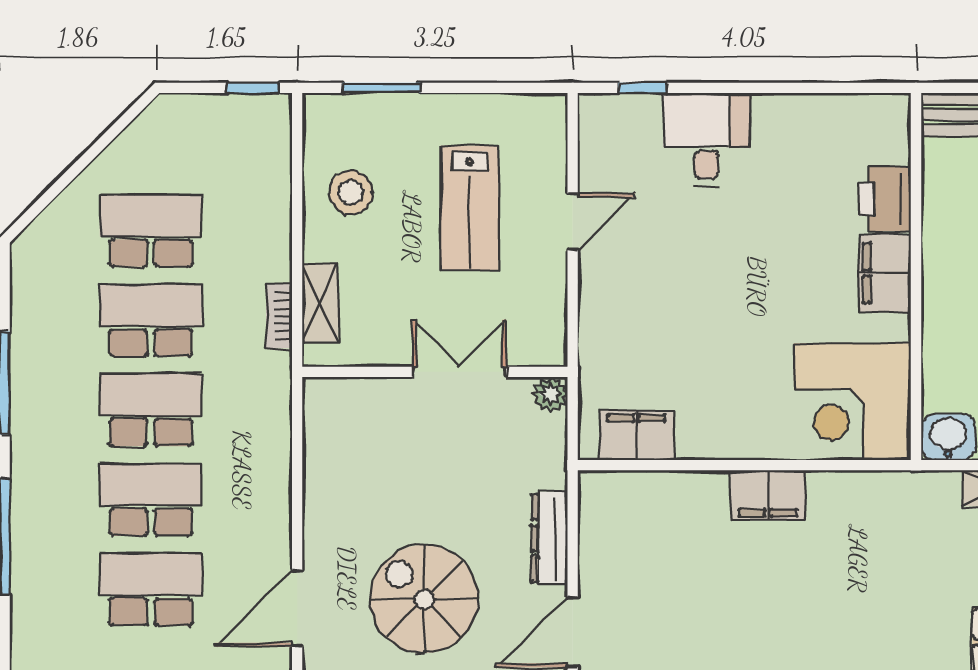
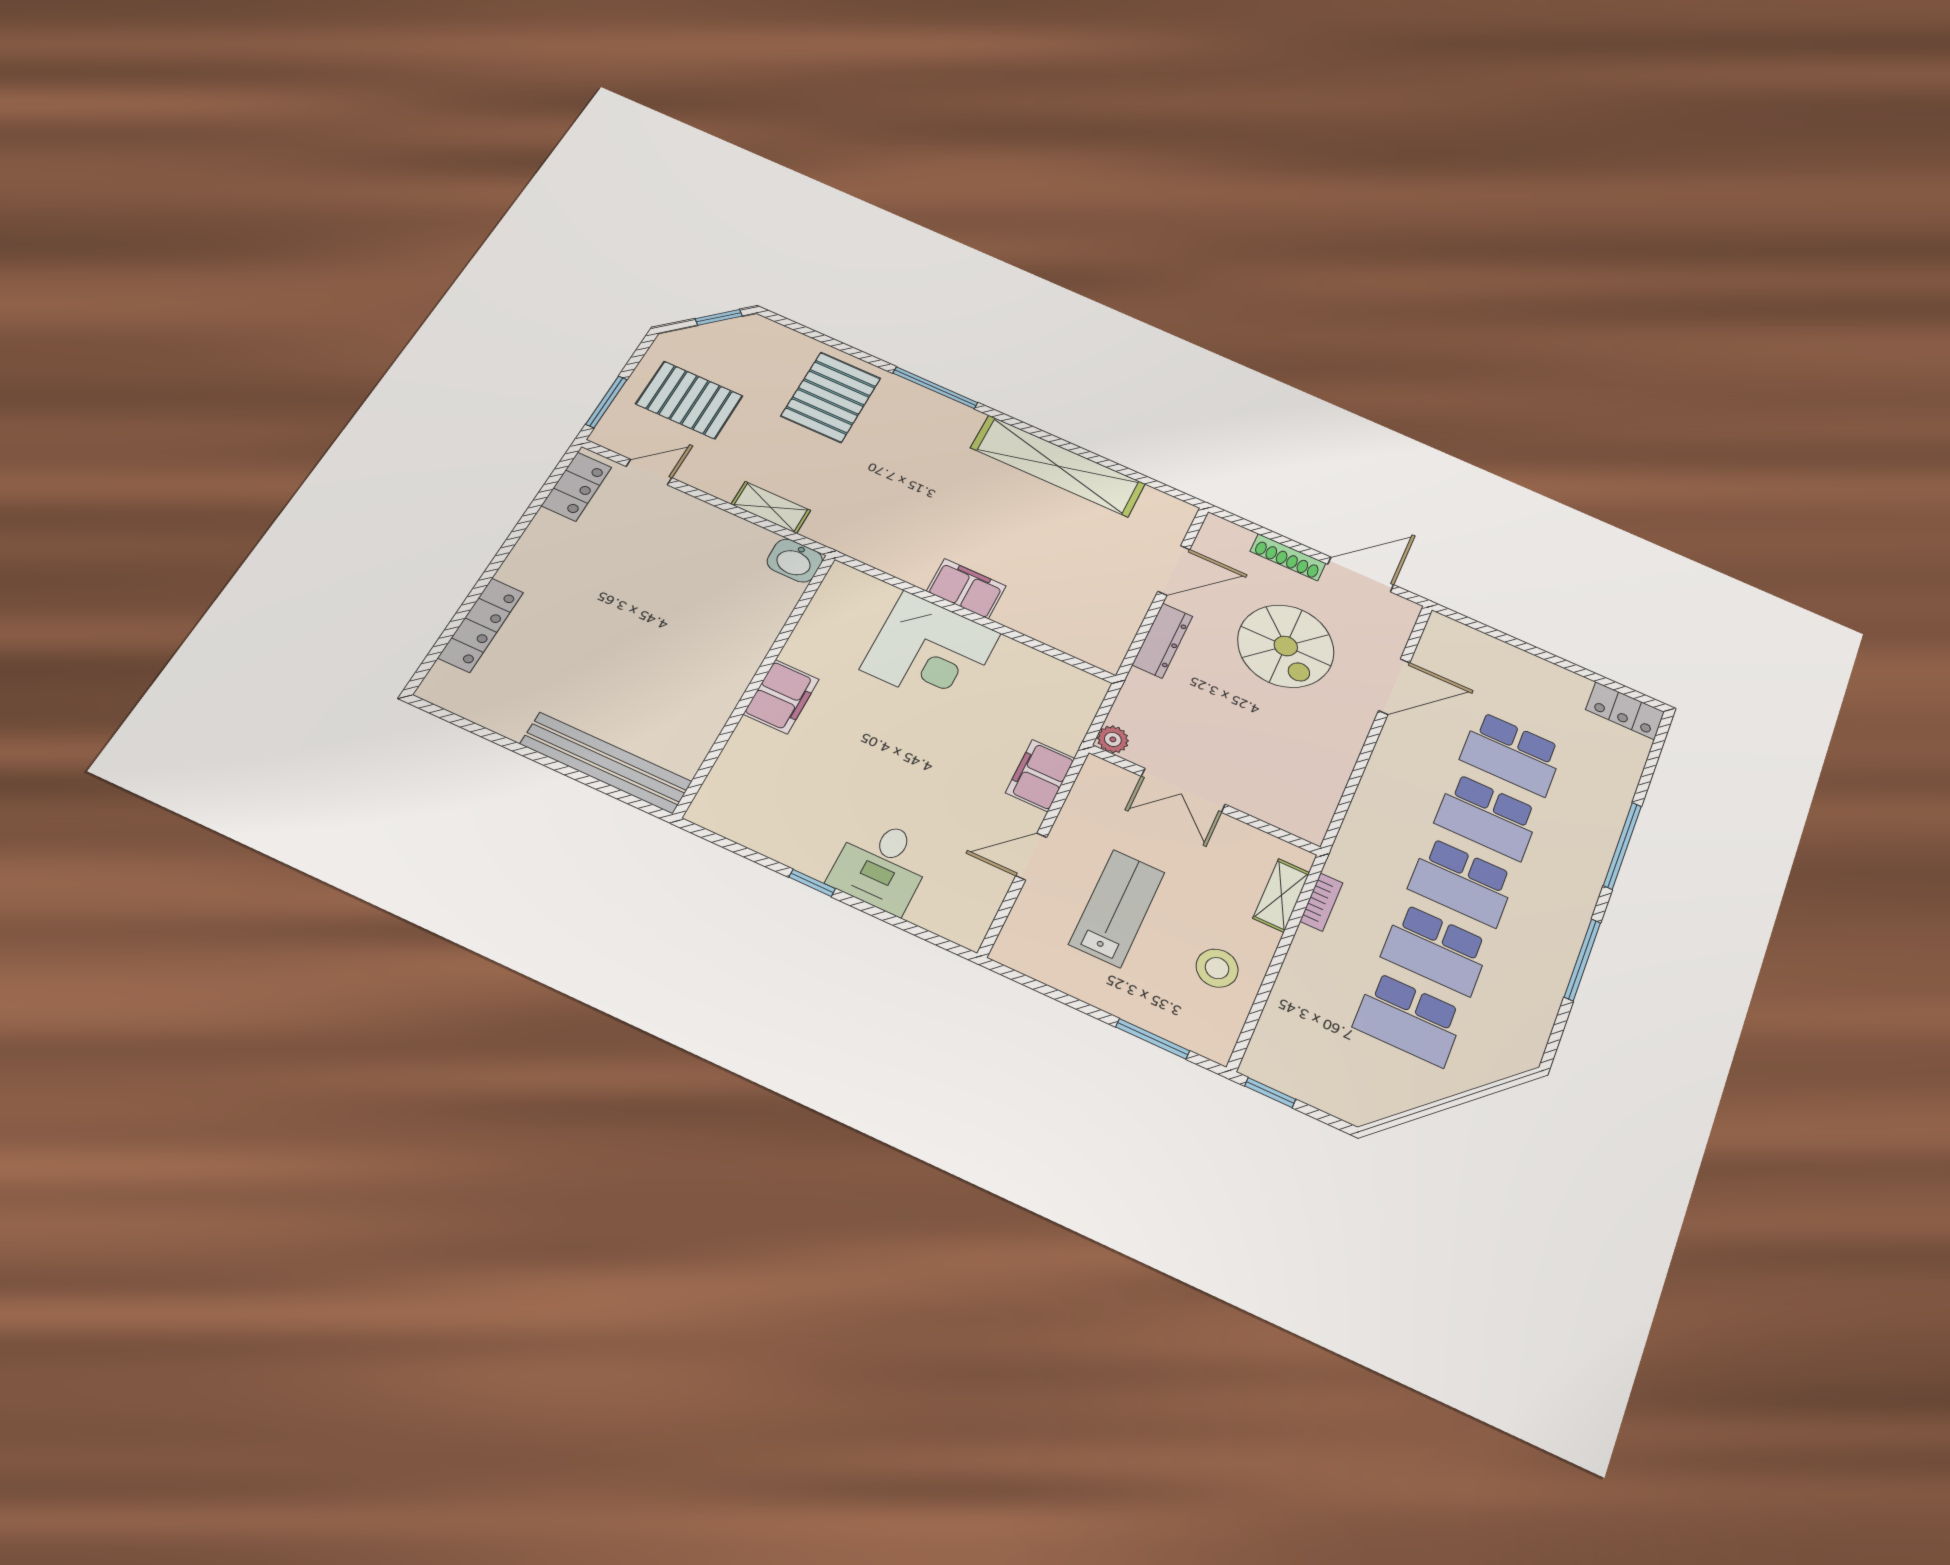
window: (642, 88) -> (812, 883), moved
printer: (885, 199) -> (751, 750), removed
corner desk: (852, 402) -> (930, 651), moved, turned 90
filing cabinet: (636, 435) -> (1040, 775), moved, turned 90

